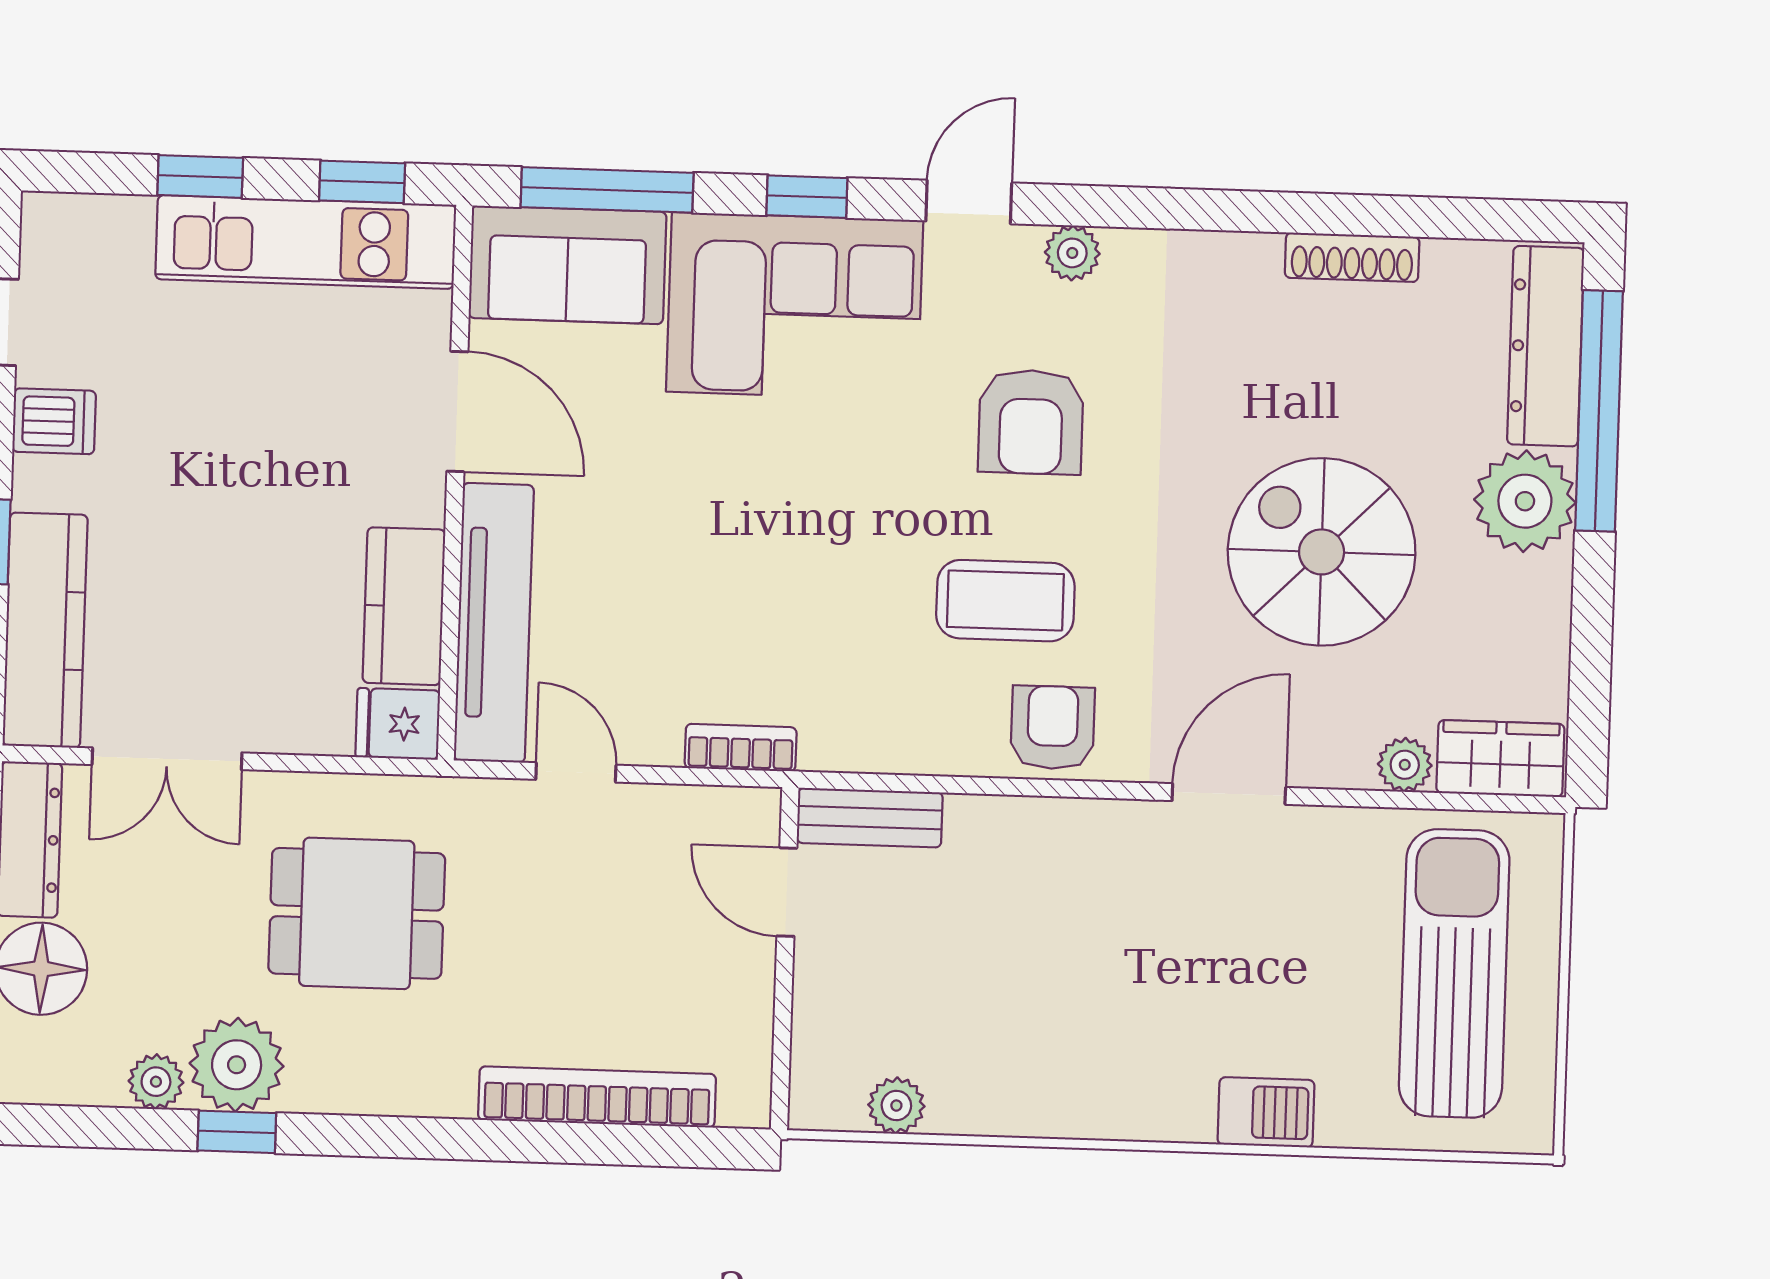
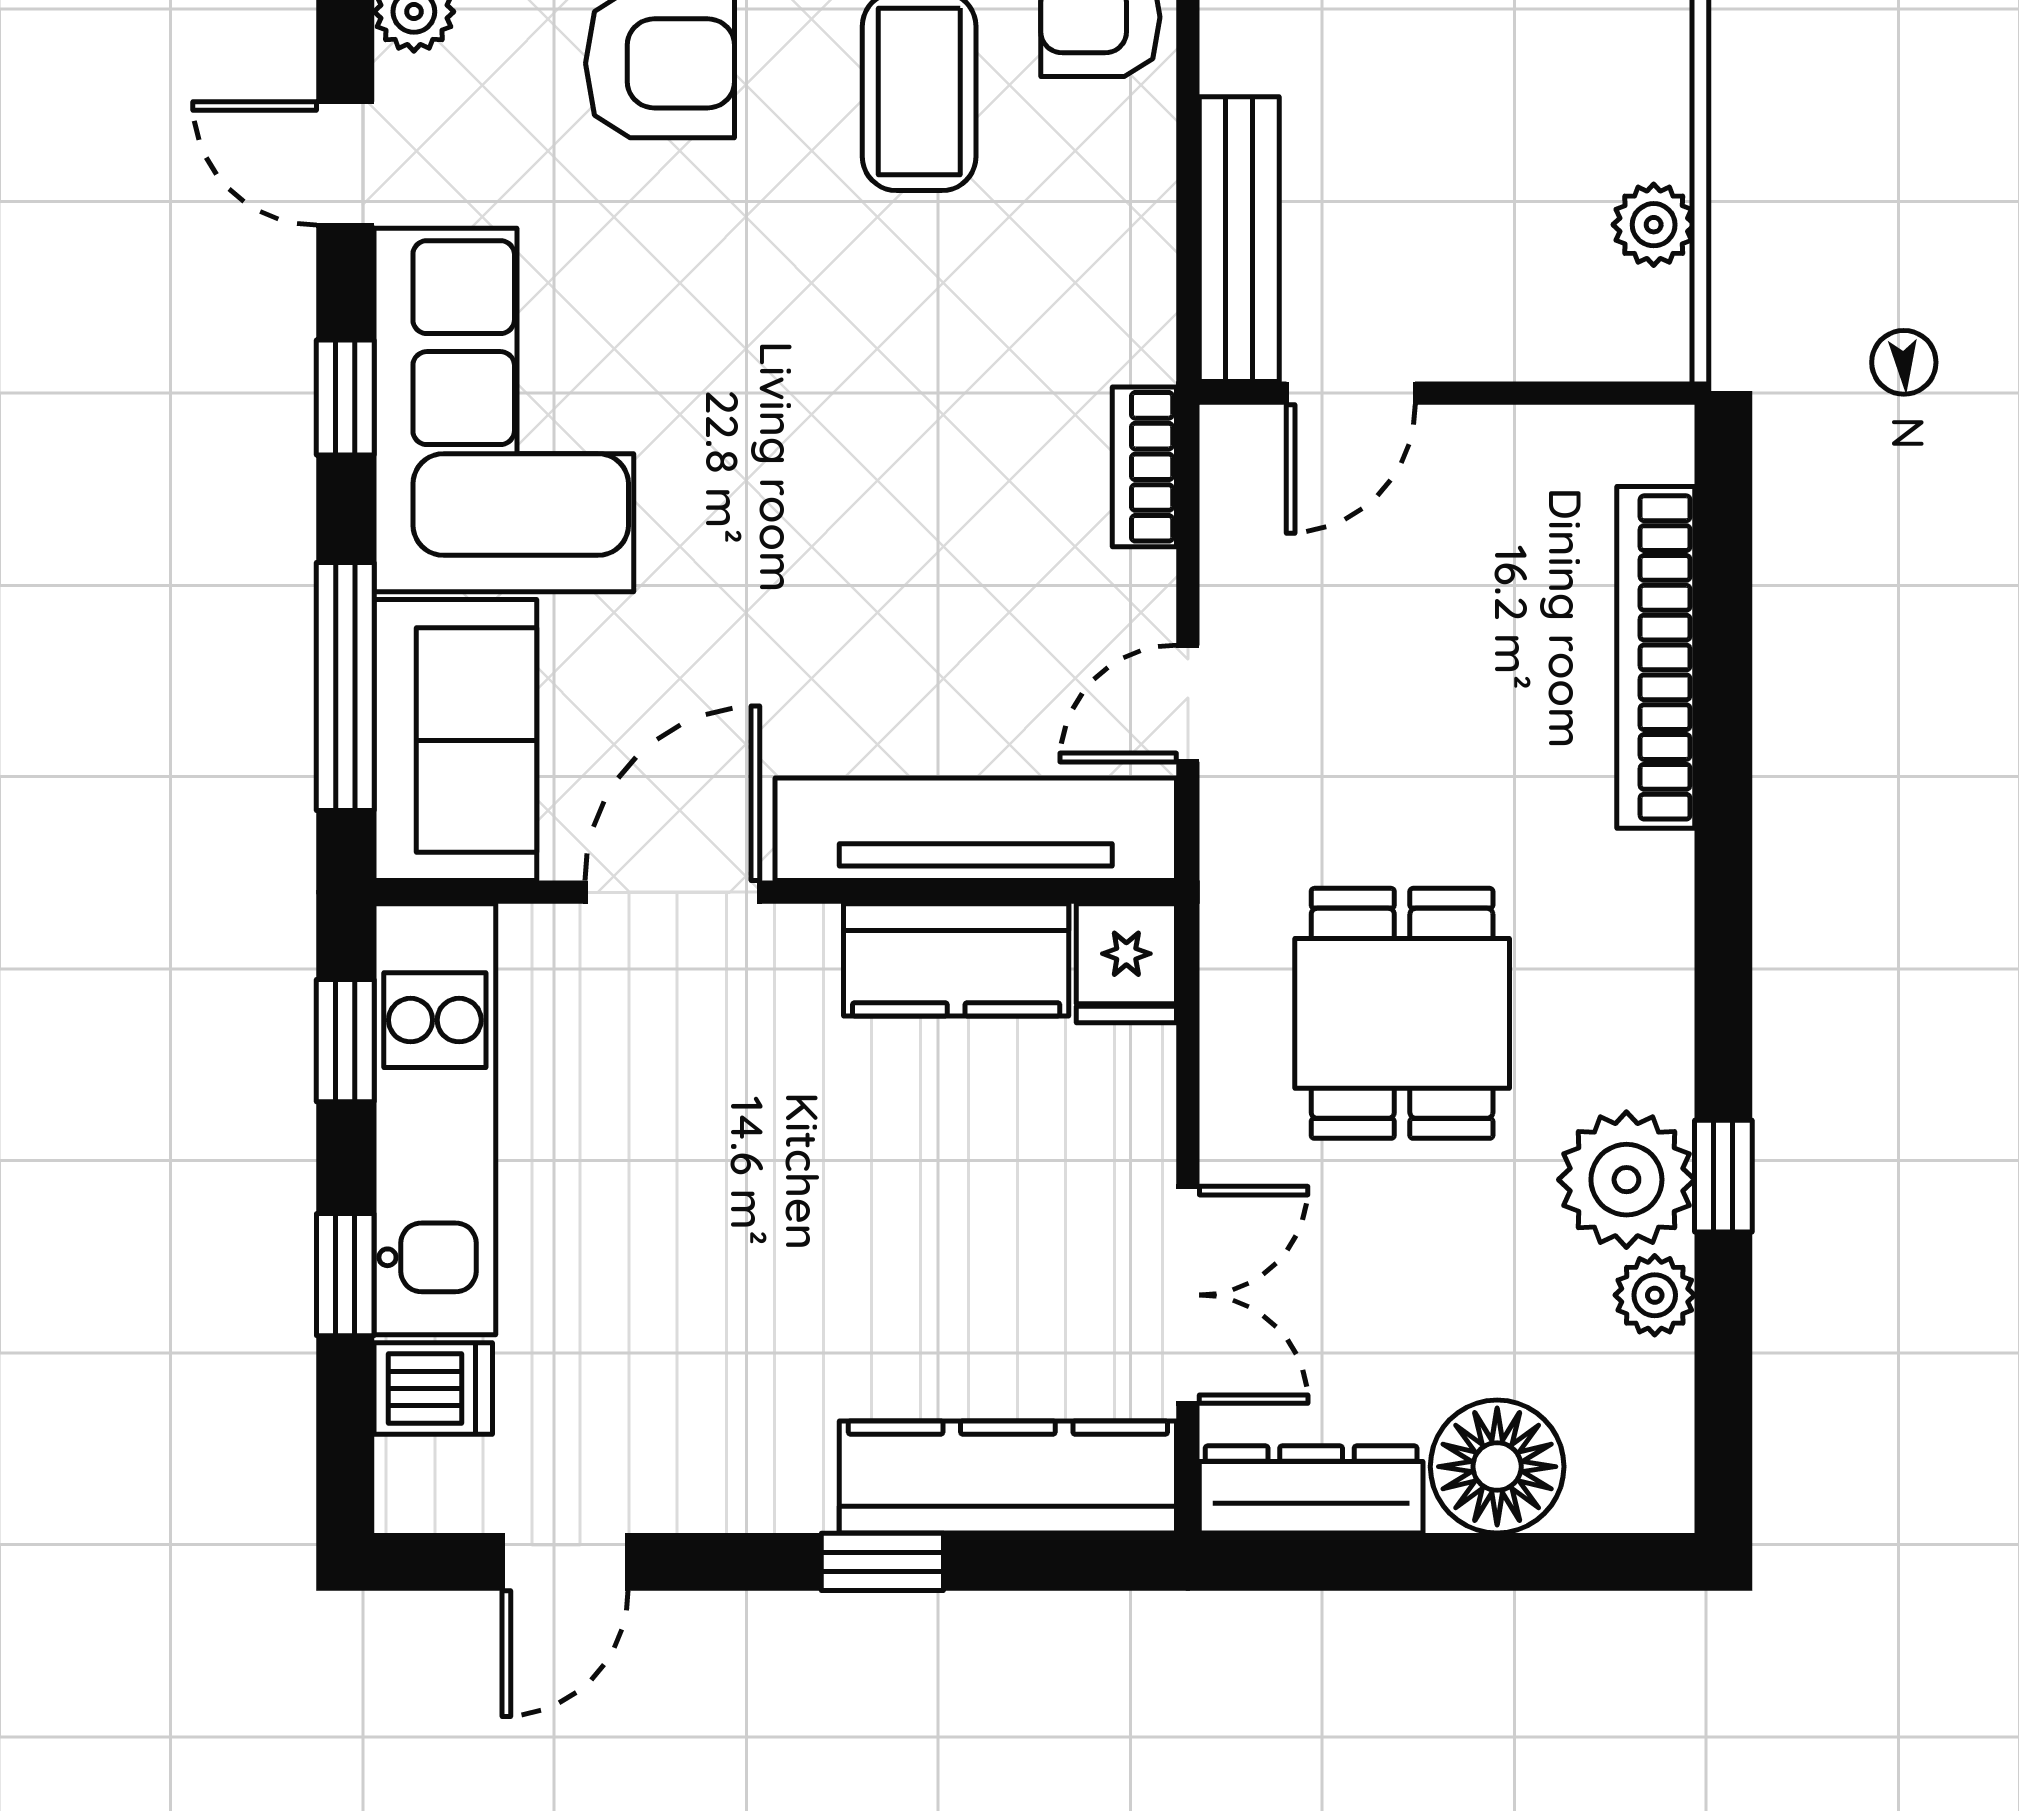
dishwasher: (54, 421) -> (433, 1388), moved, turned 90
bench: (870, 818) -> (1239, 239), width x1.36

